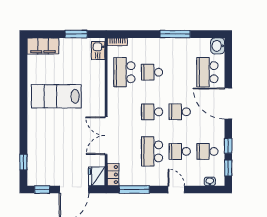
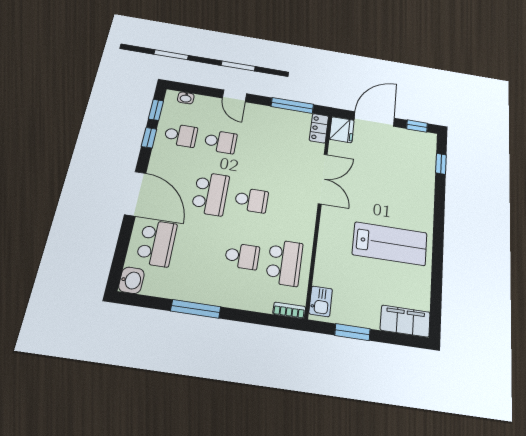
school desk: (180, 112) -> (210, 194), width x1.85
school desk: (152, 151) -> (260, 148), removed

